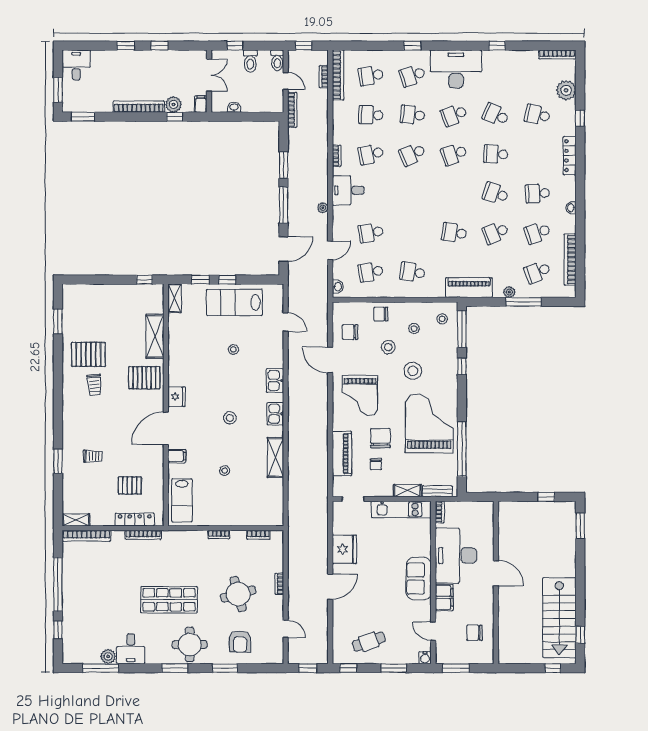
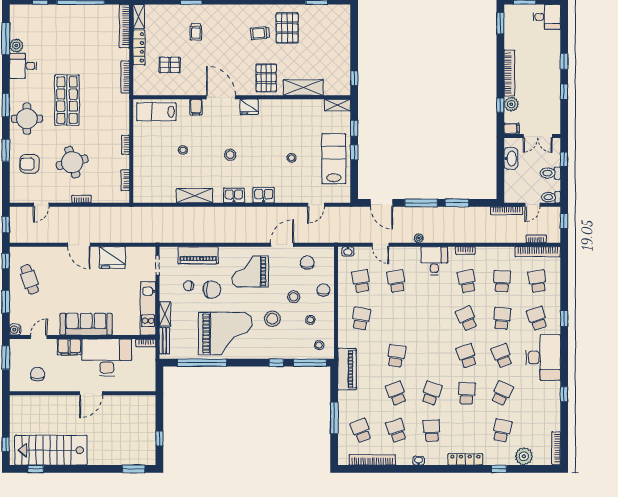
washbasin: (234, 107) -> (511, 158), width x1.91, depth x1.45
plant: (509, 292) -> (343, 405), removed
pallet: (130, 485) -> (170, 65), turned 90
locker: (135, 520) -> (139, 47), moved
sofa: (419, 579) -> (86, 324), width x1.36

